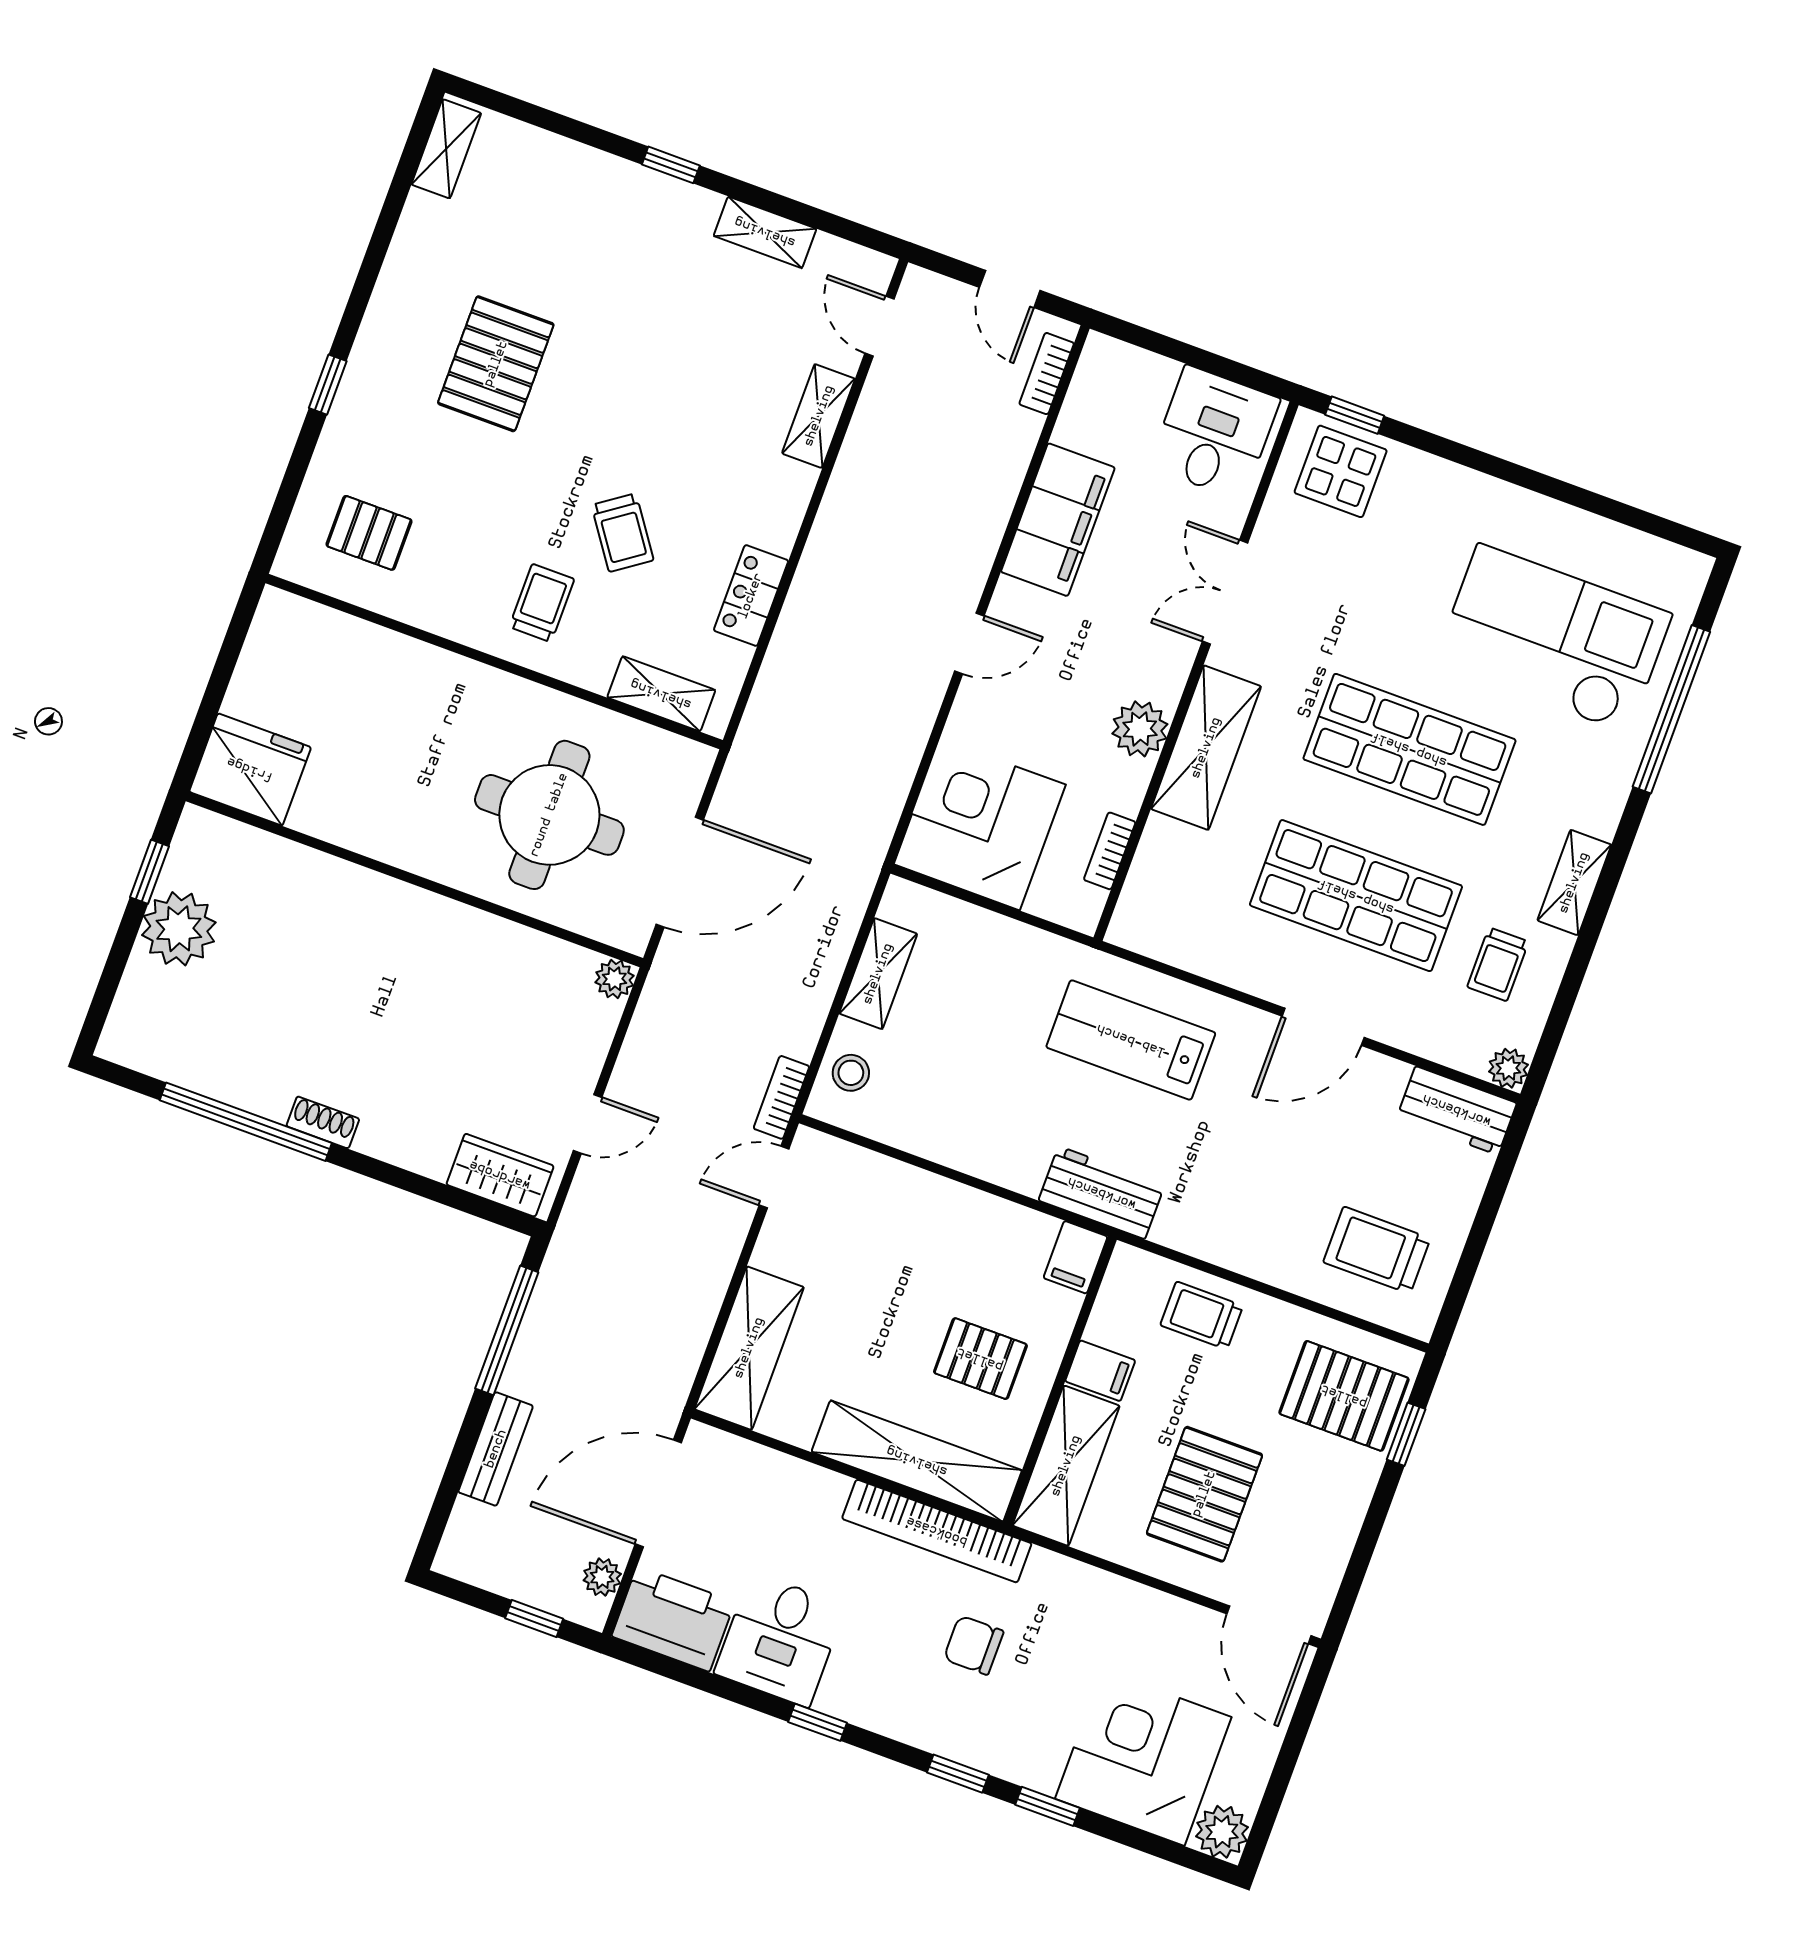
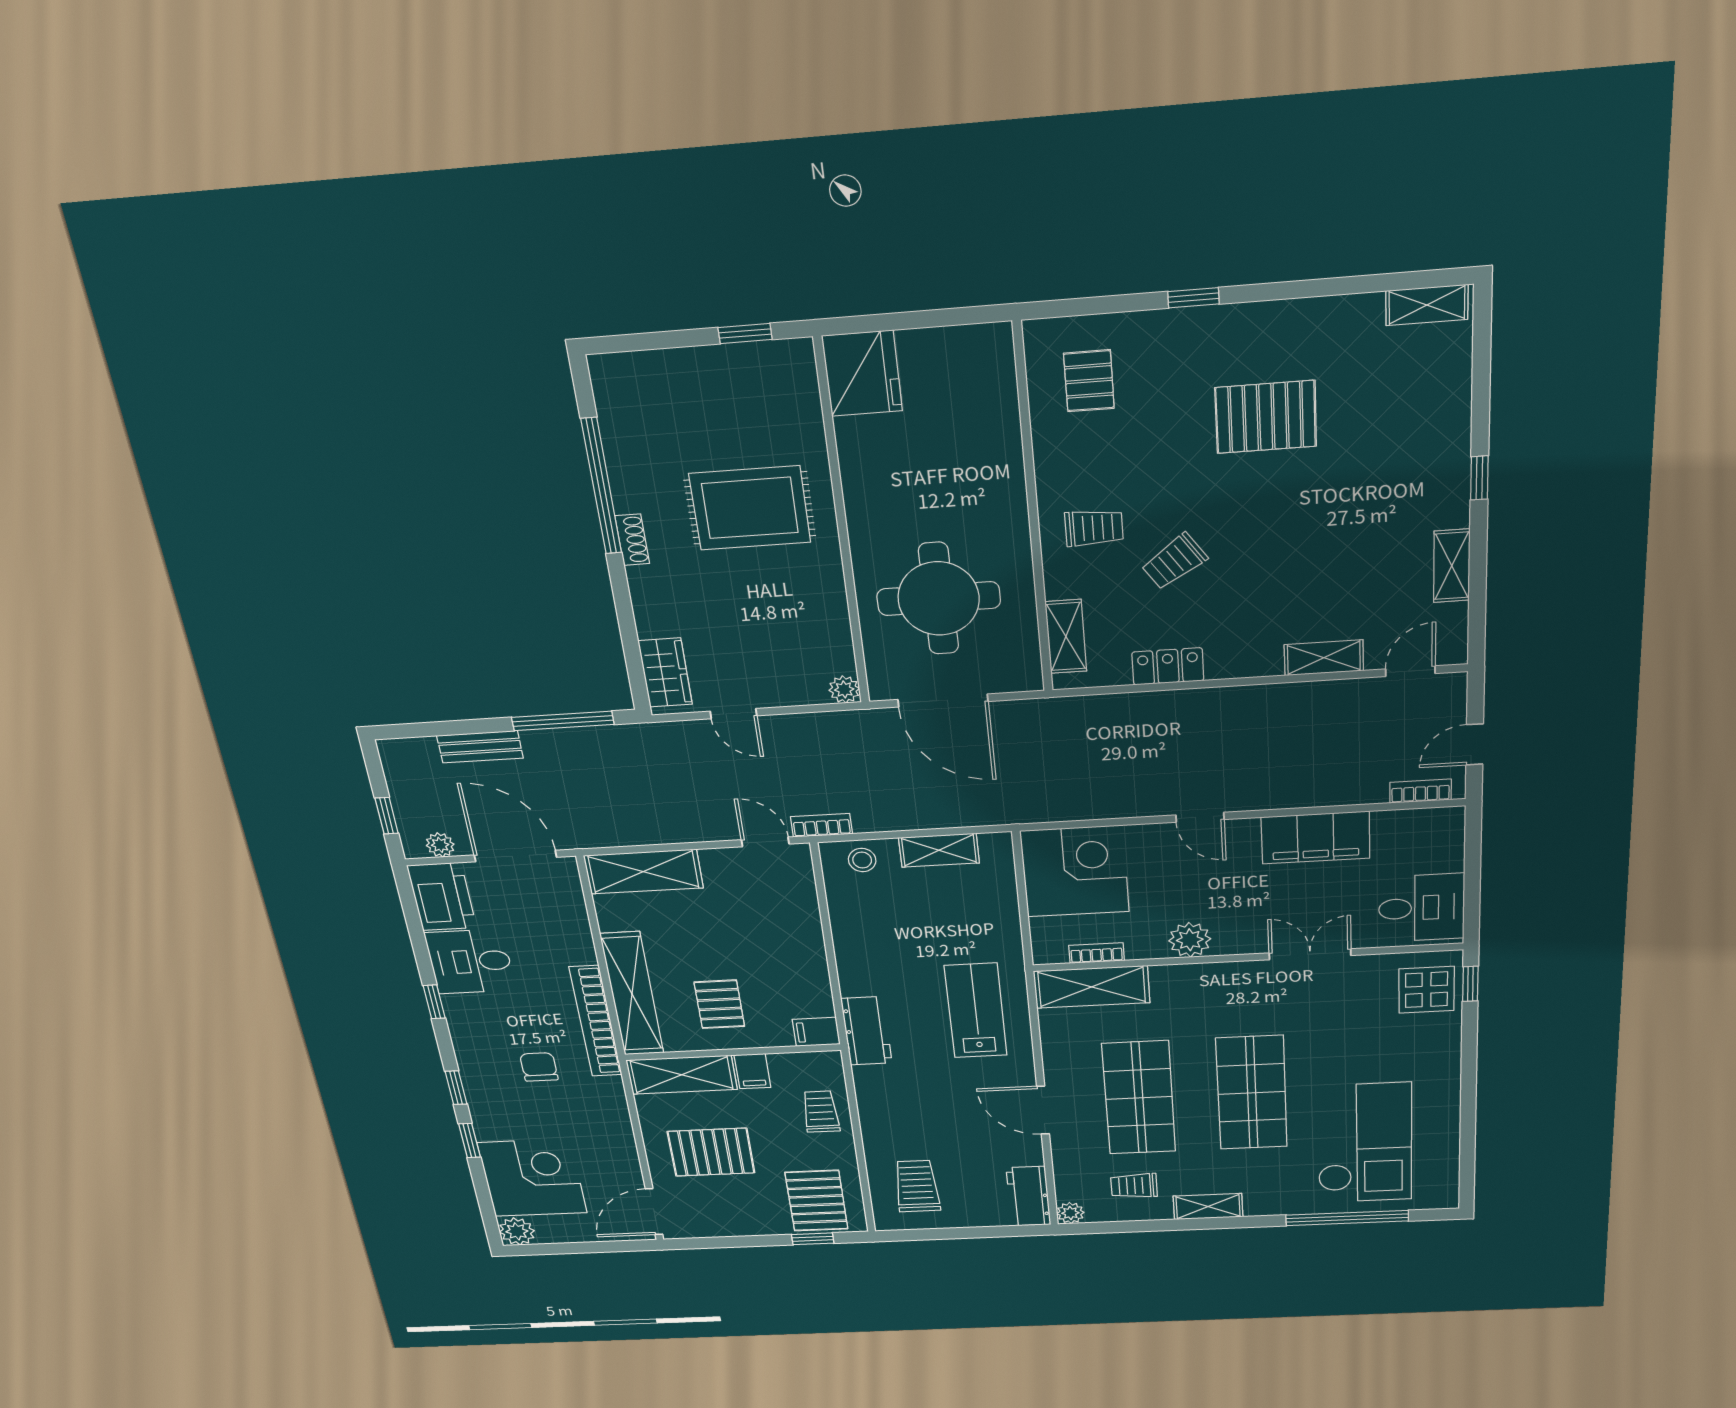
shelving: (1206, 748) -> (1092, 987), moved
plant: (179, 929) -> (714, 375), removed
rug: (346, 970) -> (750, 508), added

